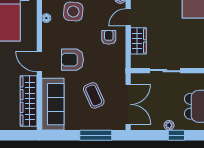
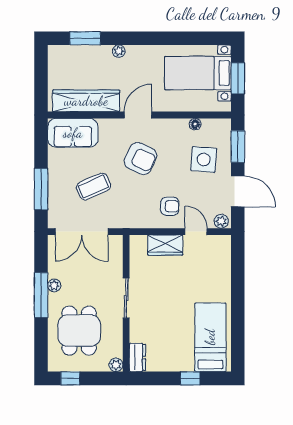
armchair: (72, 60) -> (140, 159), turned 115
sliding door: (165, 71) -> (126, 298), moved
sofa: (53, 104) -> (73, 133), width x0.73
window: (176, 135) -> (41, 295), width x2.17

